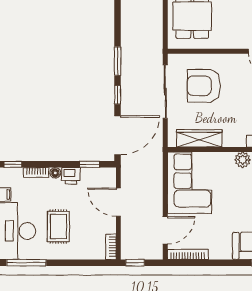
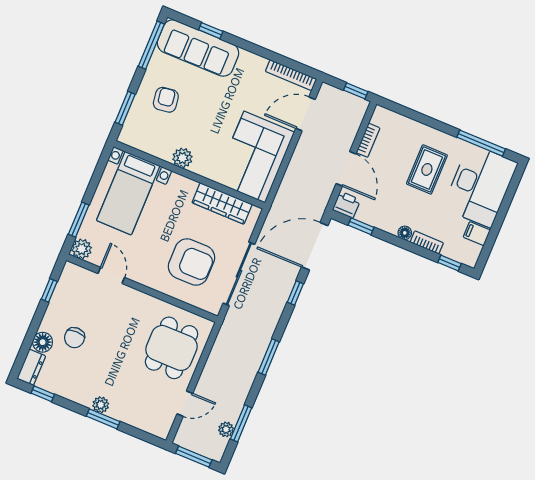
window: (118, 61) -> (269, 357), moved
printer: (71, 176) -> (346, 205), moved
bookcase: (111, 247) -> (368, 140), moved

